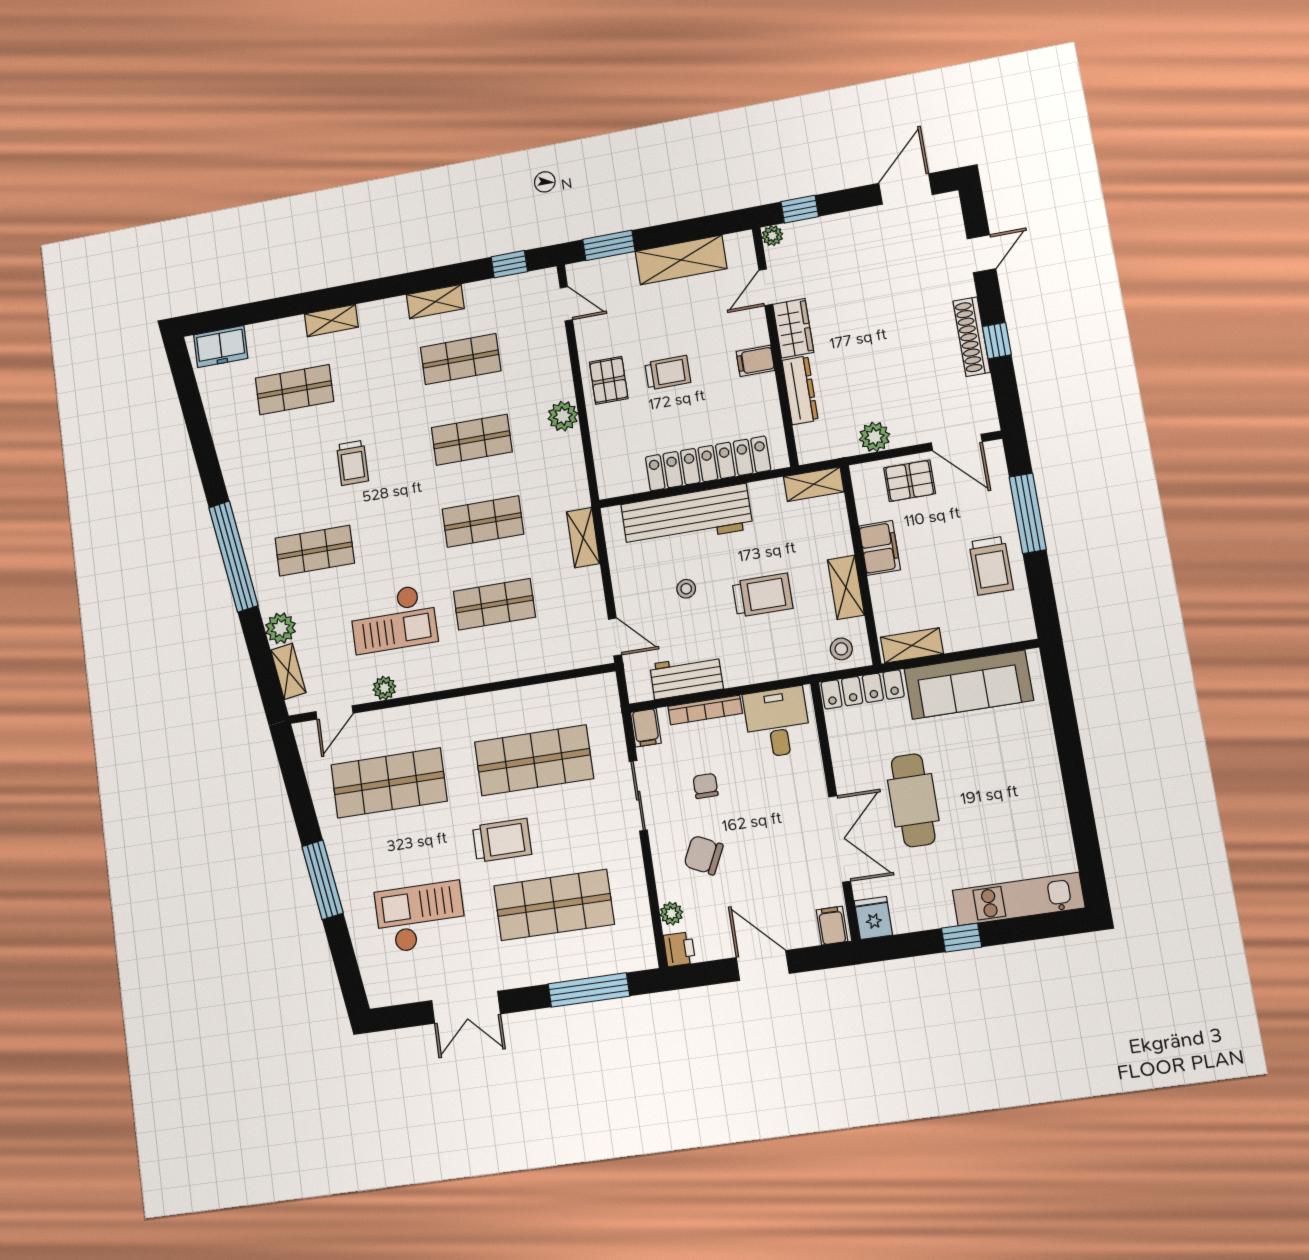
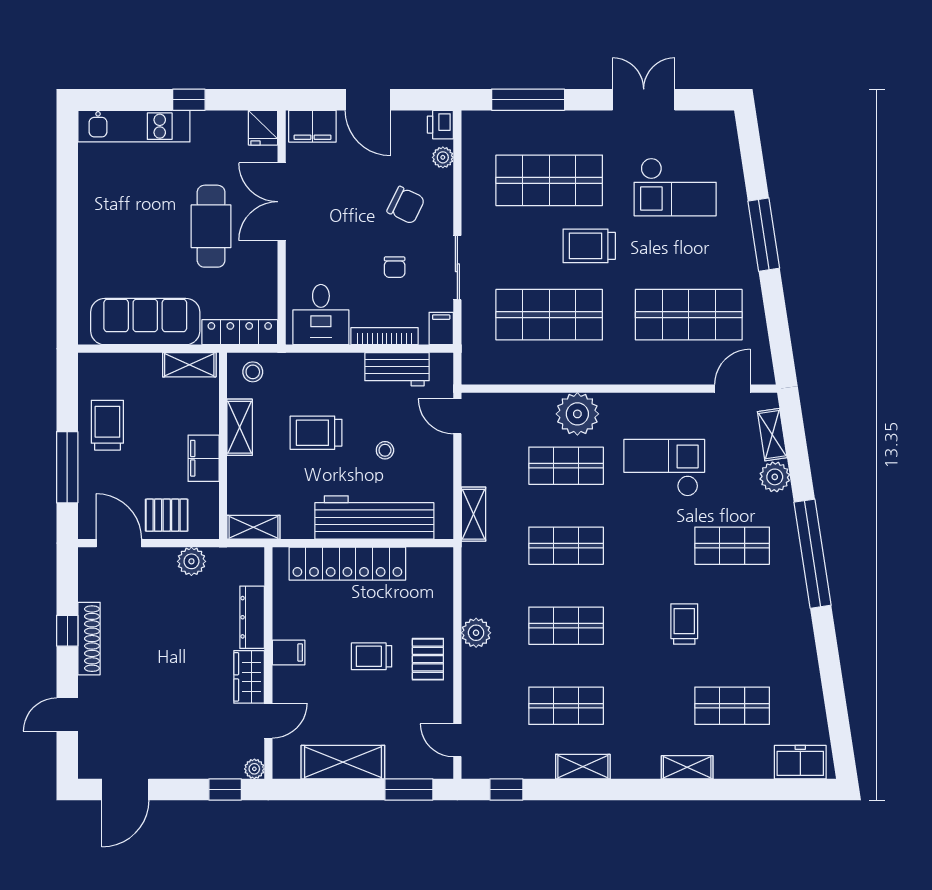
plant: (384, 688) -> (577, 414), moved, width x1.88, depth x1.88
filing cabinet: (832, 926) -> (312, 126), width x2.00

